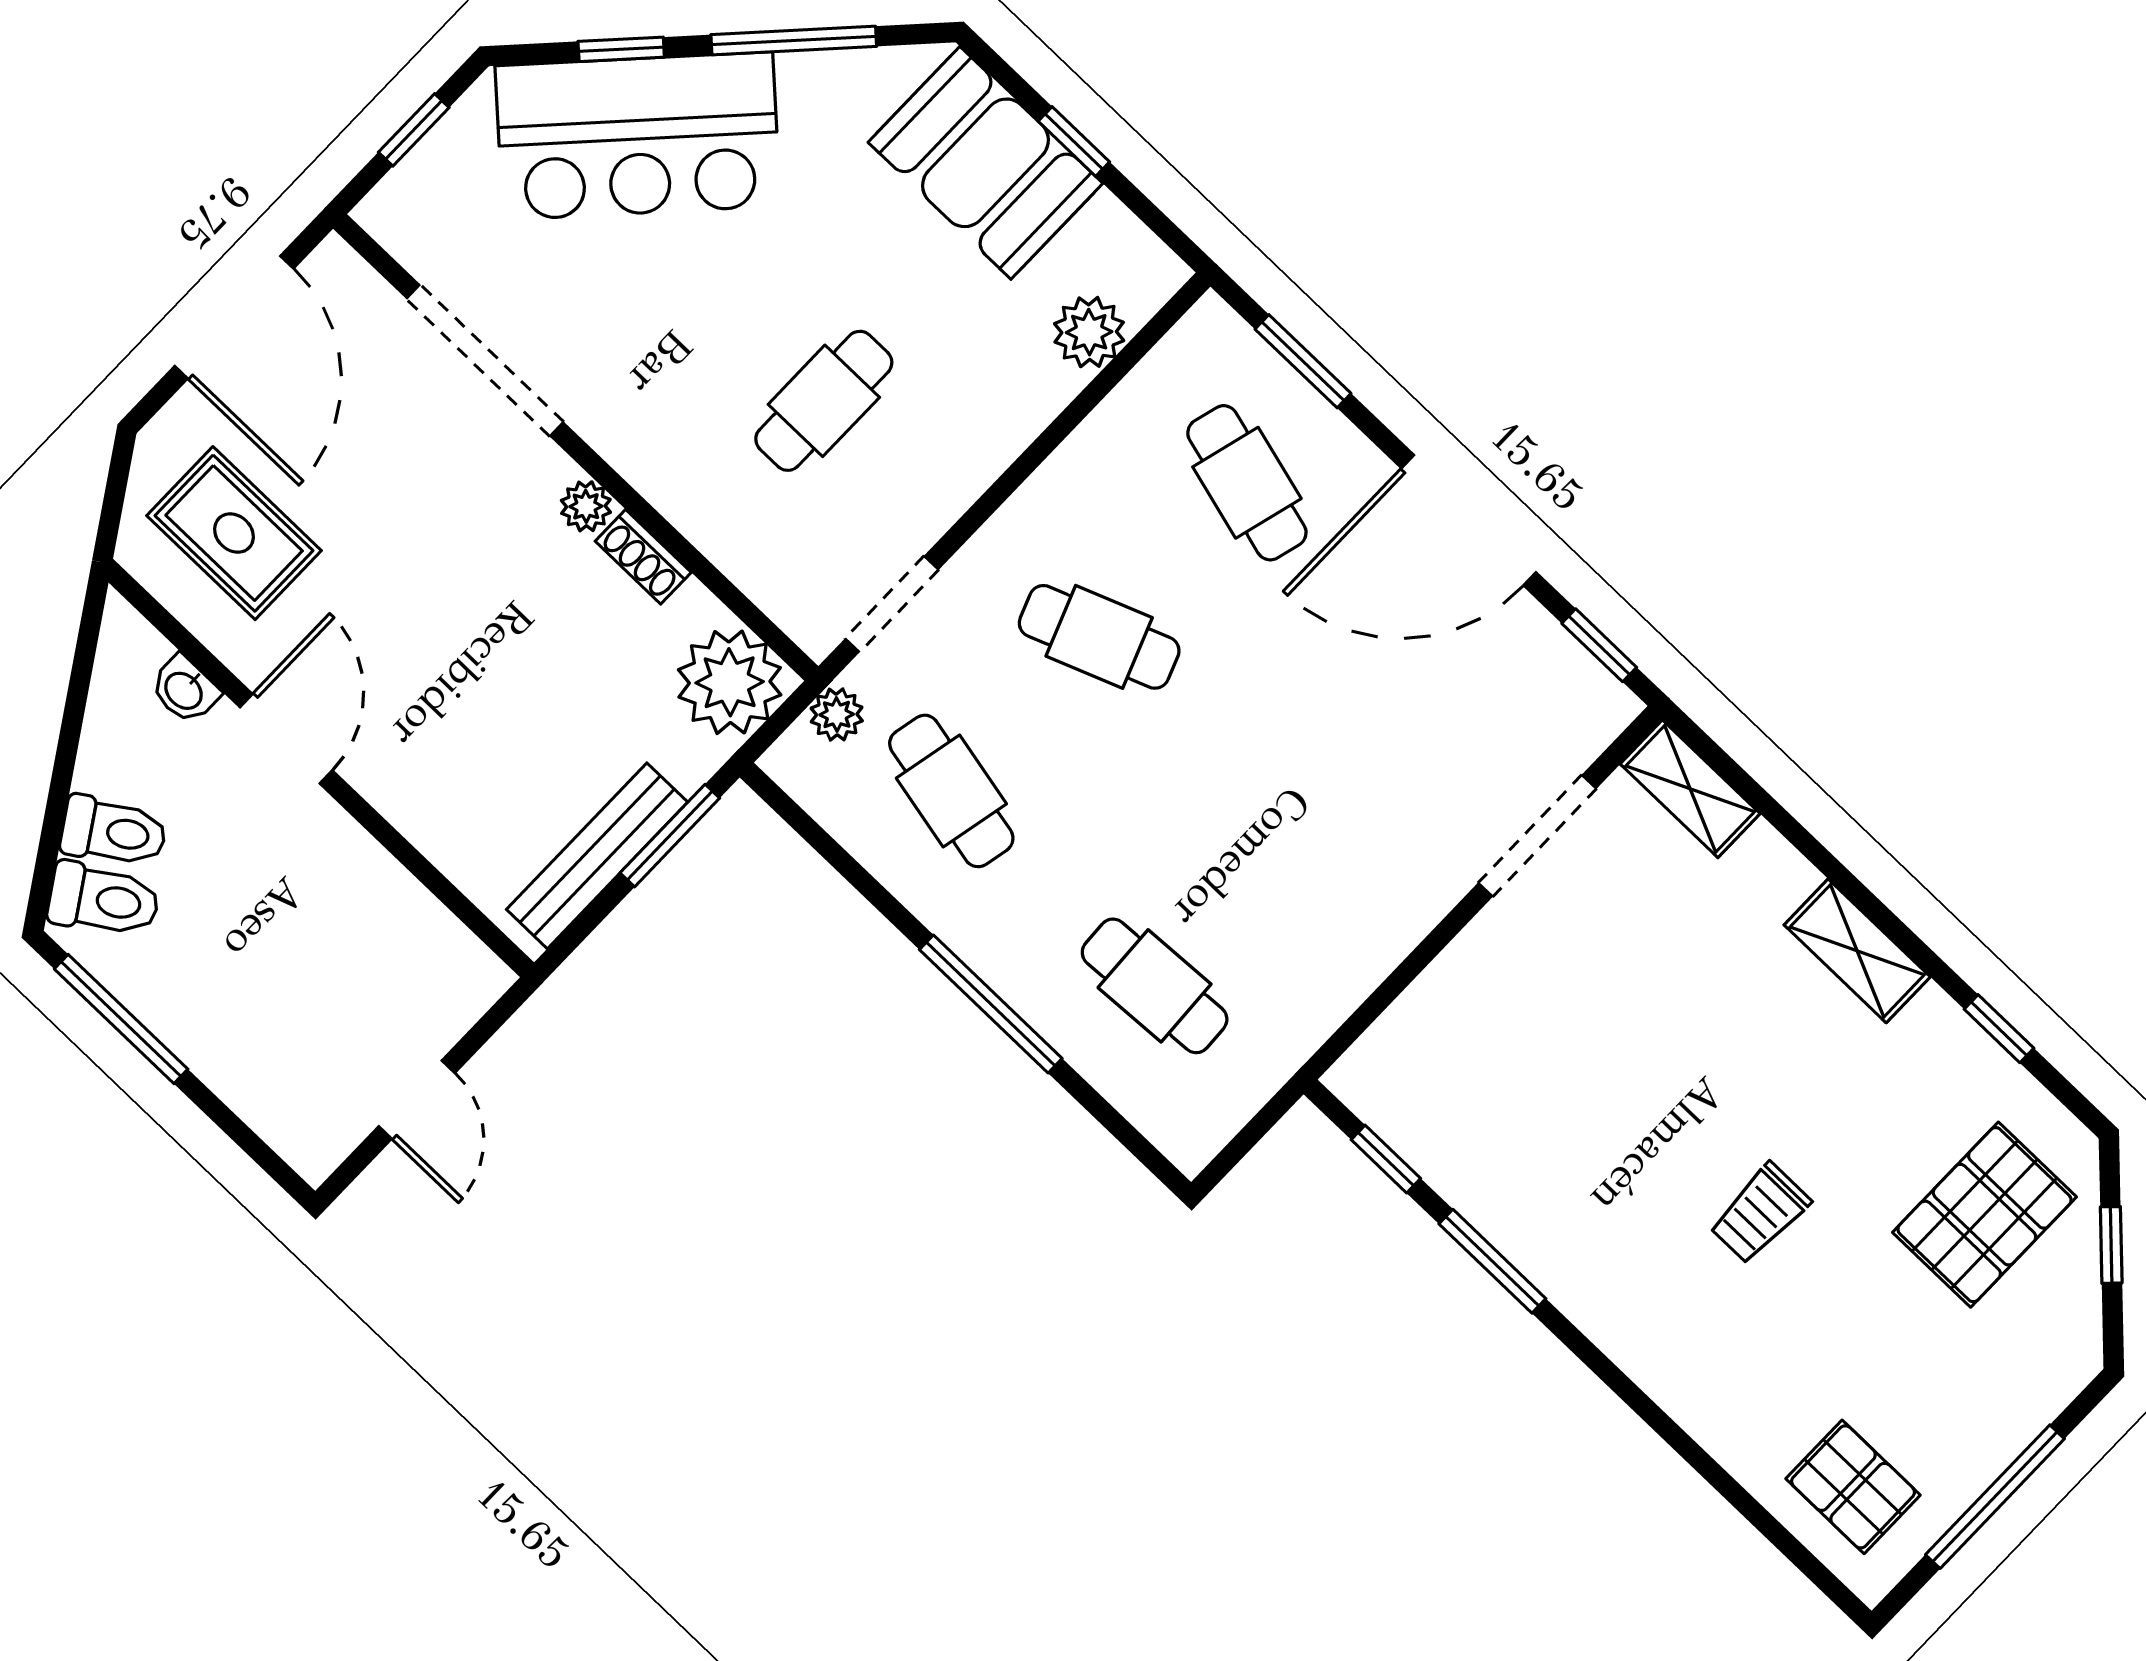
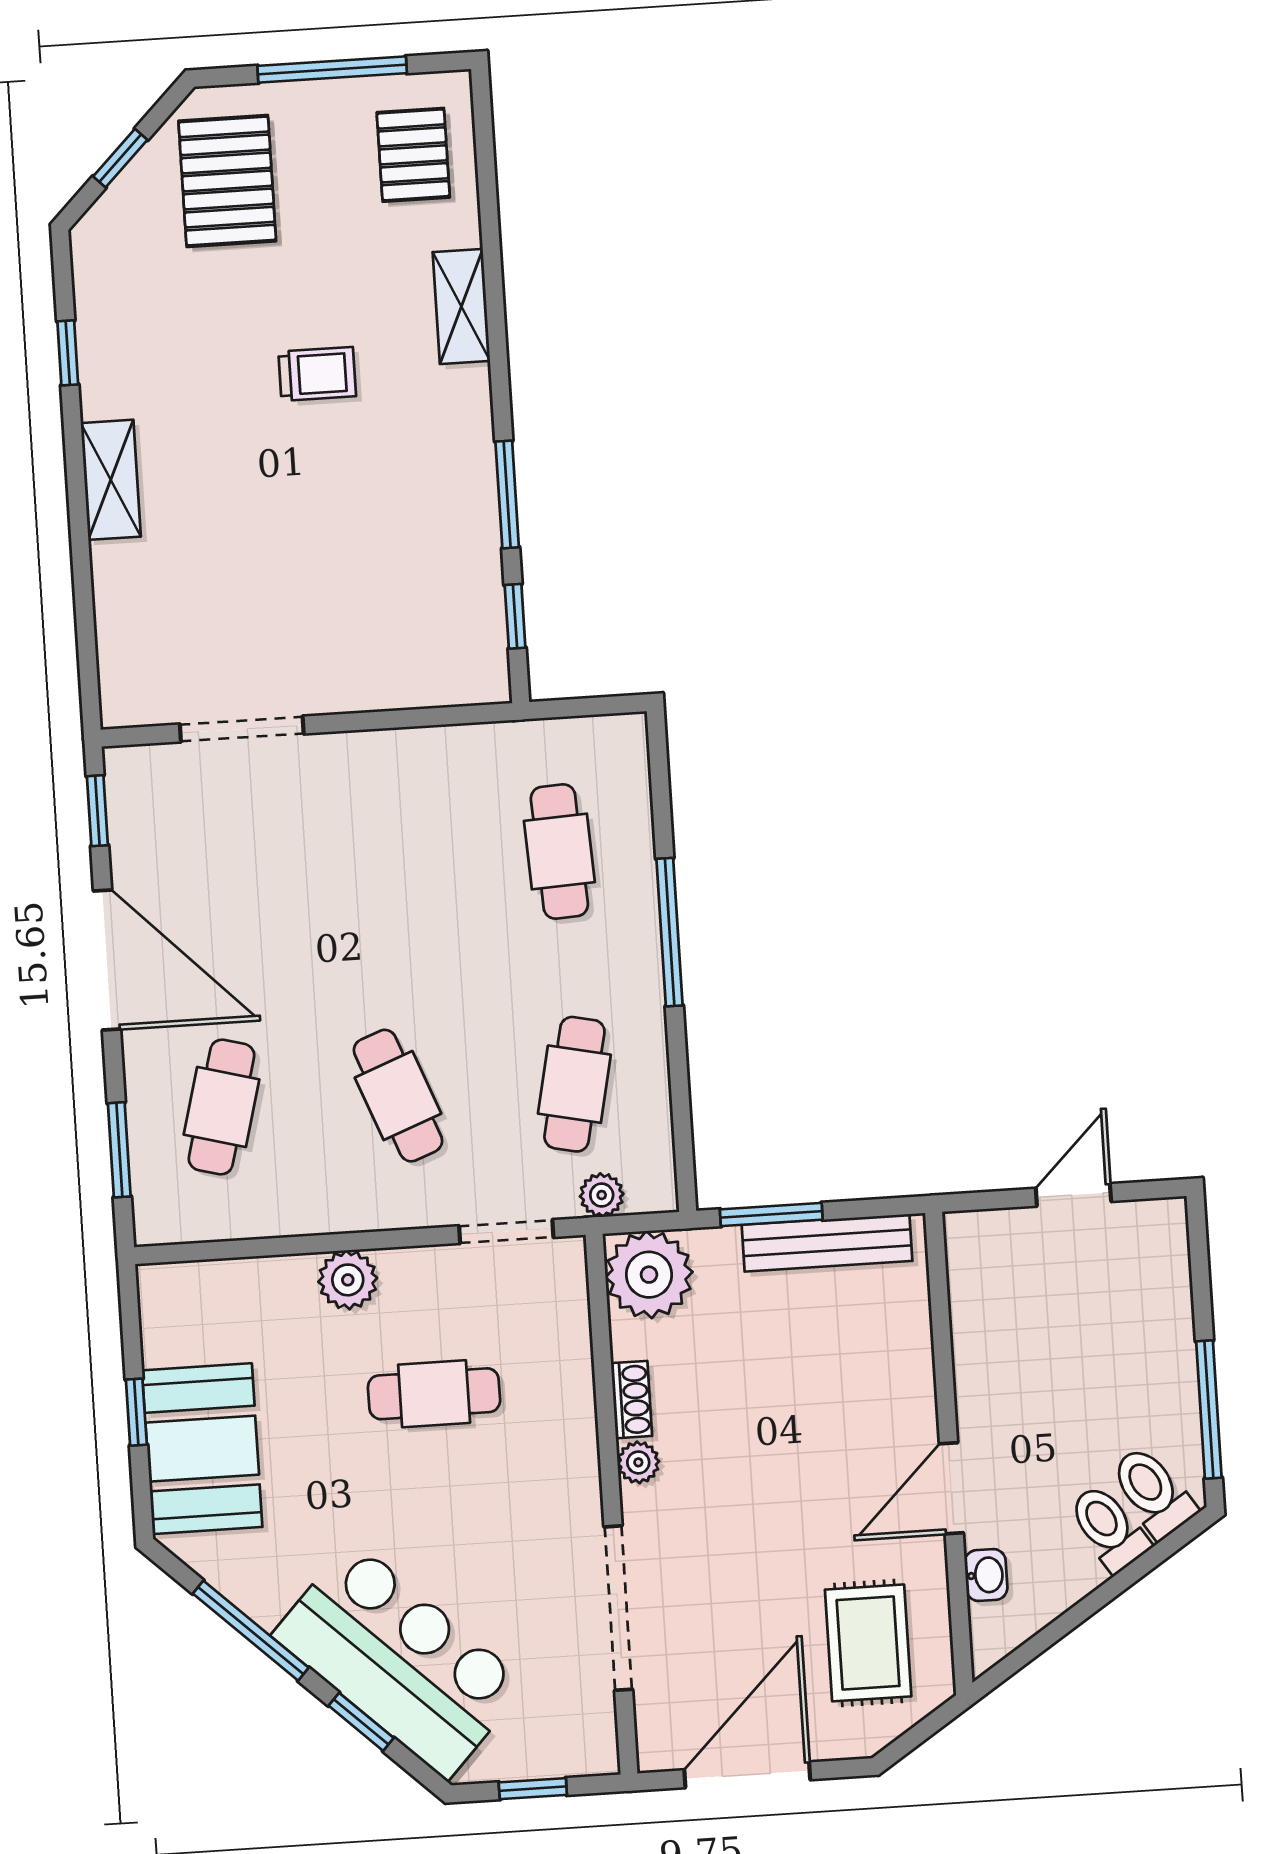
plant: (1089, 332) -> (348, 1280), moved
shelving: (1690, 789) -> (461, 306), moved
pallet: (1984, 1215) -> (227, 181), moved, turned 90

